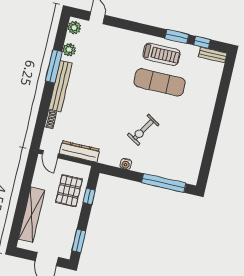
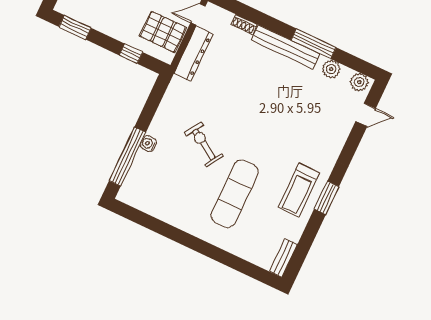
window: (177, 36) -> (327, 198), moved
window: (202, 42) -> (303, 247), removed
exercise mat: (160, 82) -> (235, 194), moved
water cooler: (126, 164) -> (148, 144), moved
pallet: (69, 191) -> (163, 32), moved

